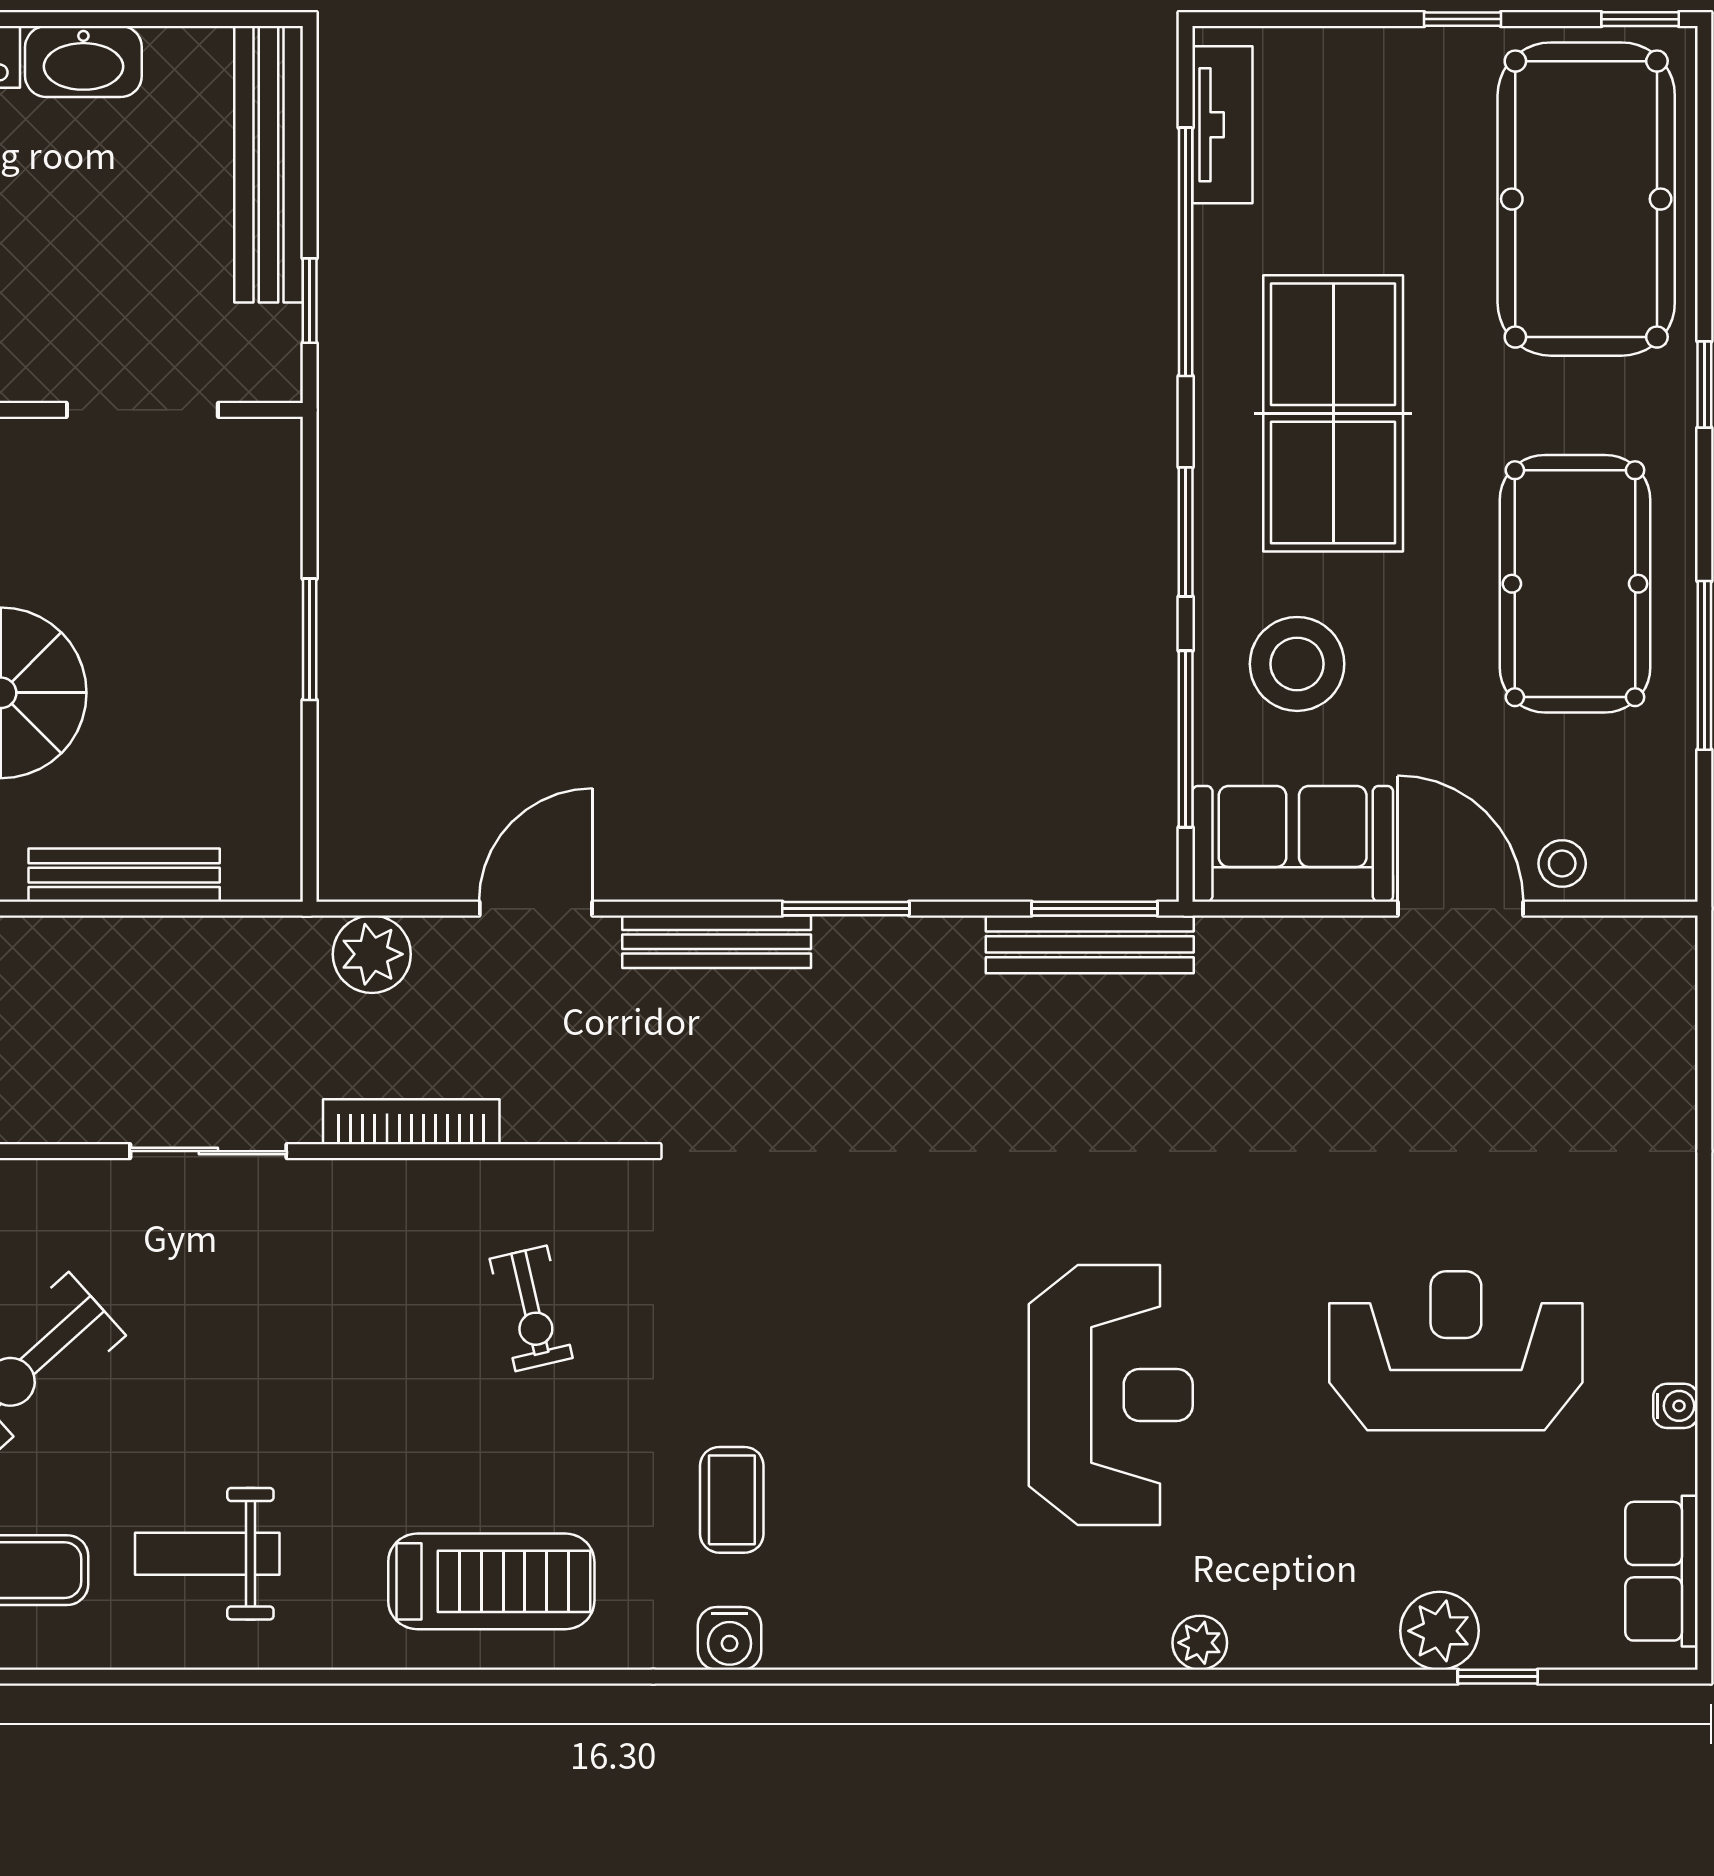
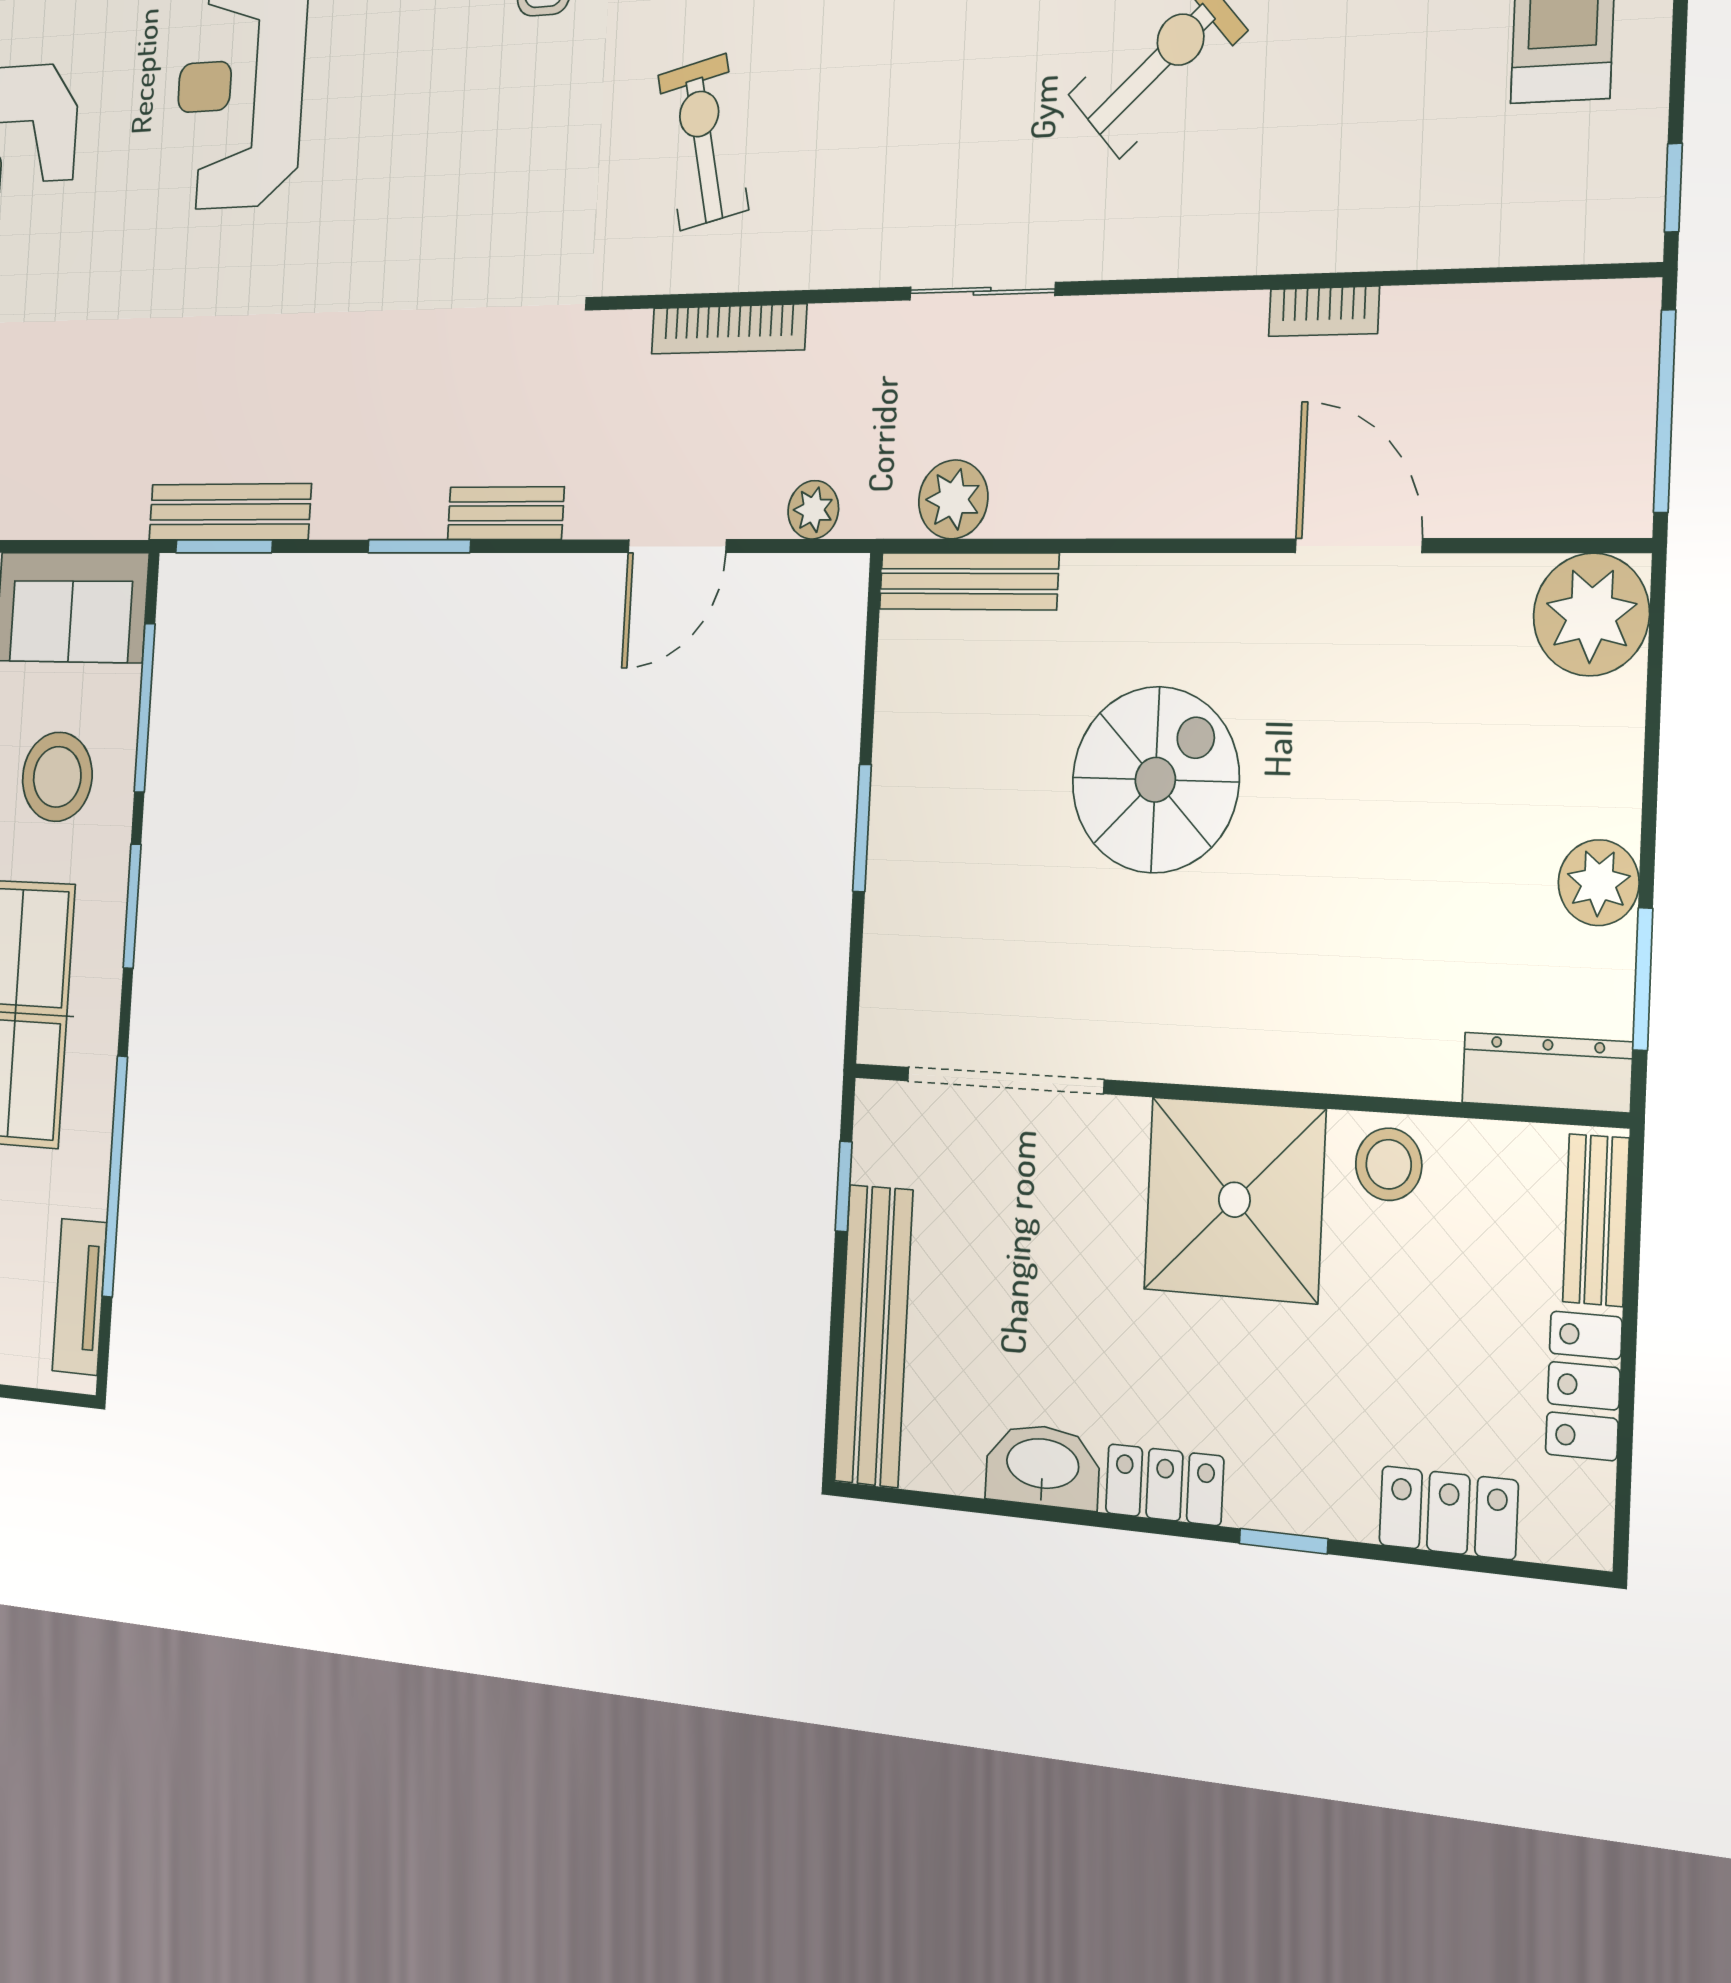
doorway: (142, 410) -> (1005, 1080), width x1.36
bench: (124, 875) -> (969, 581), moved
bench: (717, 942) -> (506, 513), width x0.73
plant: (228, 953) -> (953, 499), added
plant: (372, 954) -> (813, 510), width x0.73, depth x0.73
bookcase: (411, 1122) -> (729, 329), moved
exercise bike: (531, 1308) -> (703, 142), width x1.38, depth x1.39

